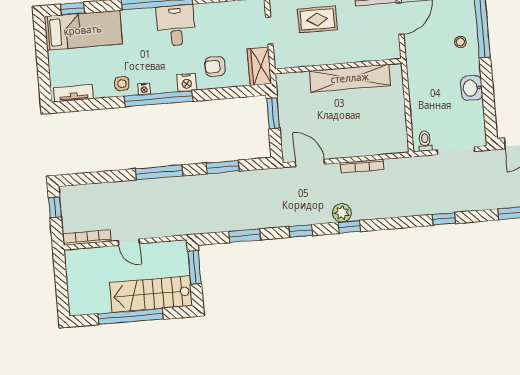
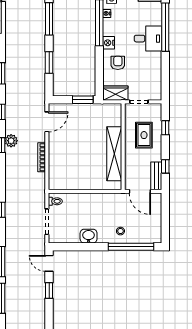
wall: (338, 66) -> (123, 147), moved
shelving: (350, 78) -> (114, 154), moved

